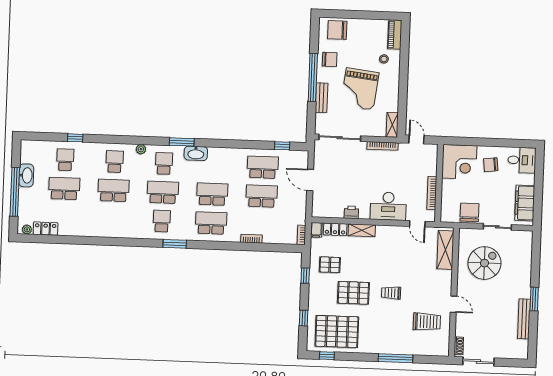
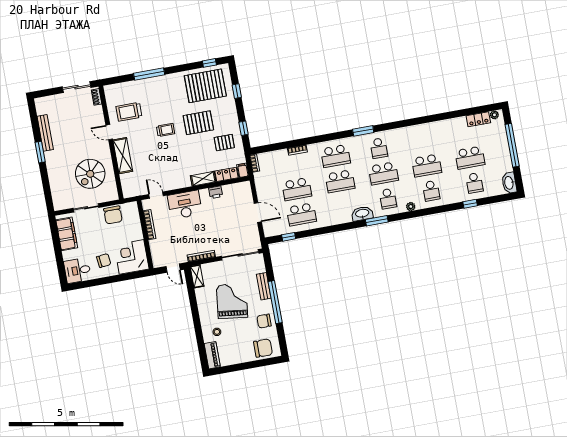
washbasin: (26, 175) -> (509, 183), moved
shelving: (445, 250) -> (123, 156), moved

